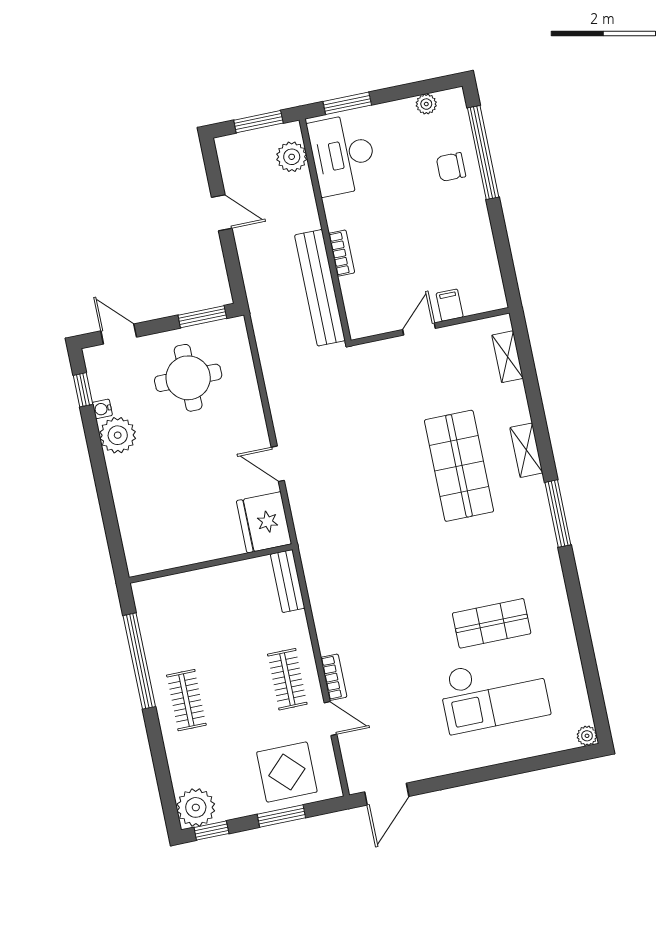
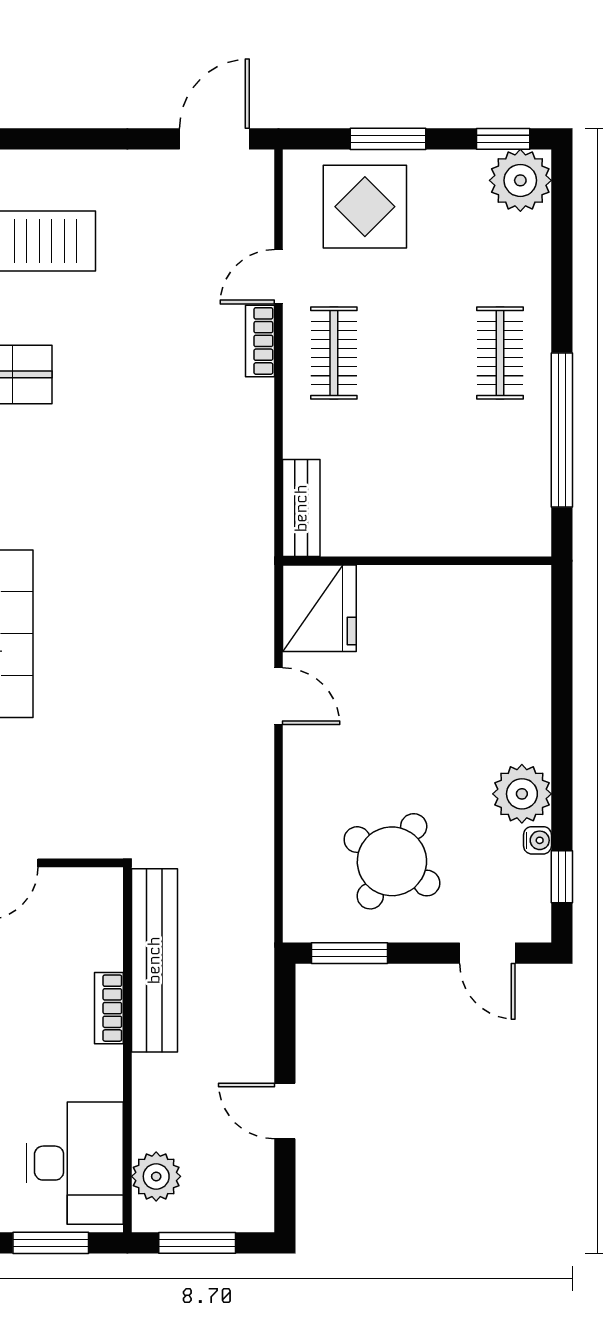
round table: (188, 378) -> (392, 861), turned 32
door: (331, 719) -> (278, 277), hinge flipped

